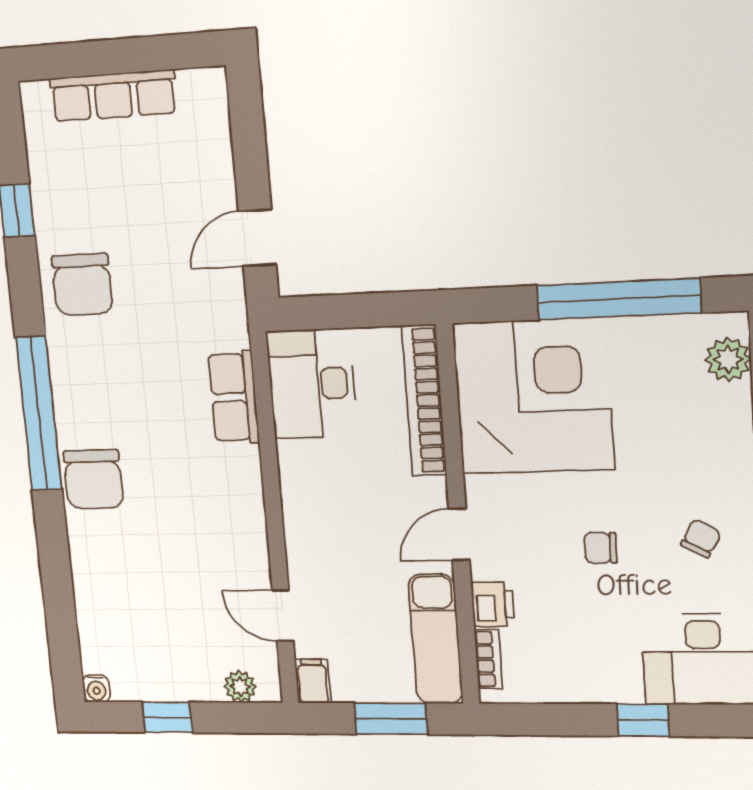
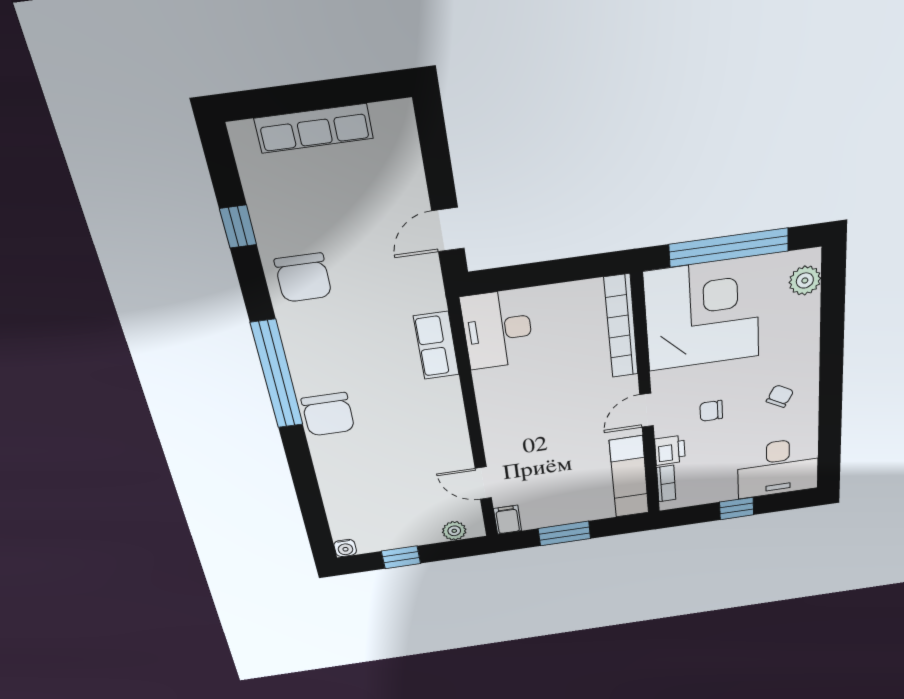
corner desk: (533, 396) -> (702, 315), moved
bookcase: (424, 401) -> (621, 326), moved
wall: (458, 517) -> (646, 399), moved
door: (459, 534) -> (647, 410), moved
printer: (493, 604) -> (670, 450), moved
exam couch: (435, 639) -> (629, 477), moved
bookcase: (488, 659) -> (666, 484), moved

